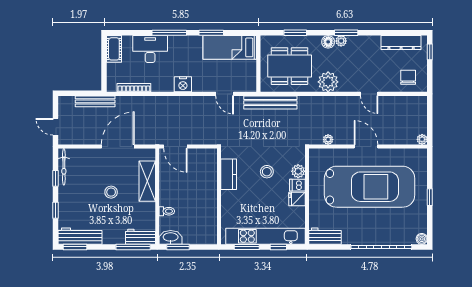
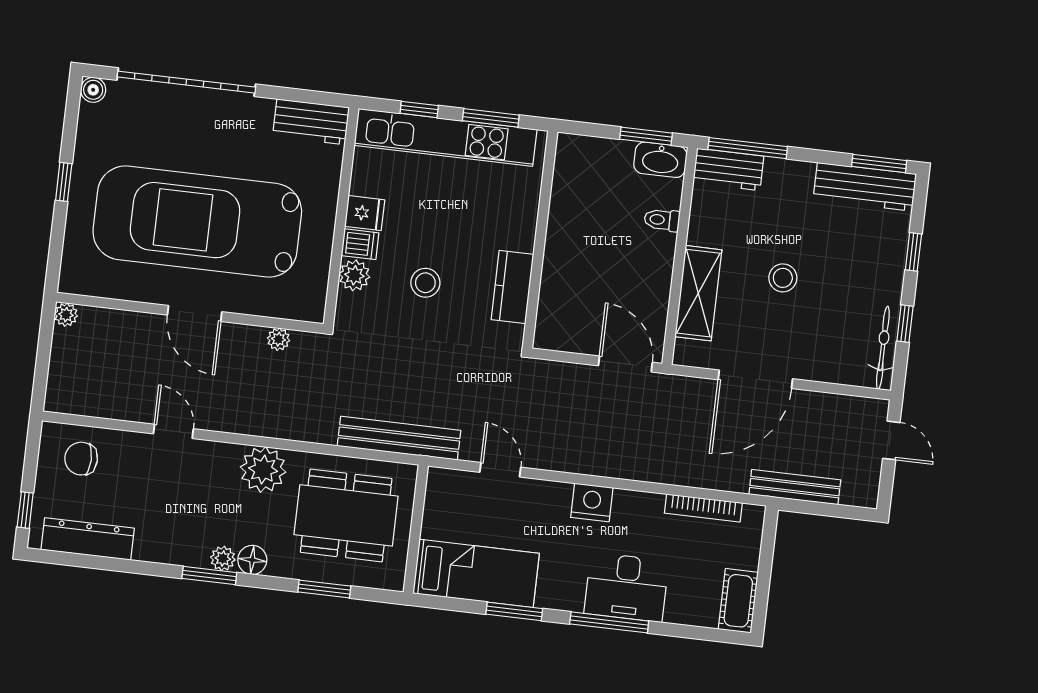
desk: (150, 49) -> (626, 587), moved
chair: (408, 77) -> (81, 459), turned 90

